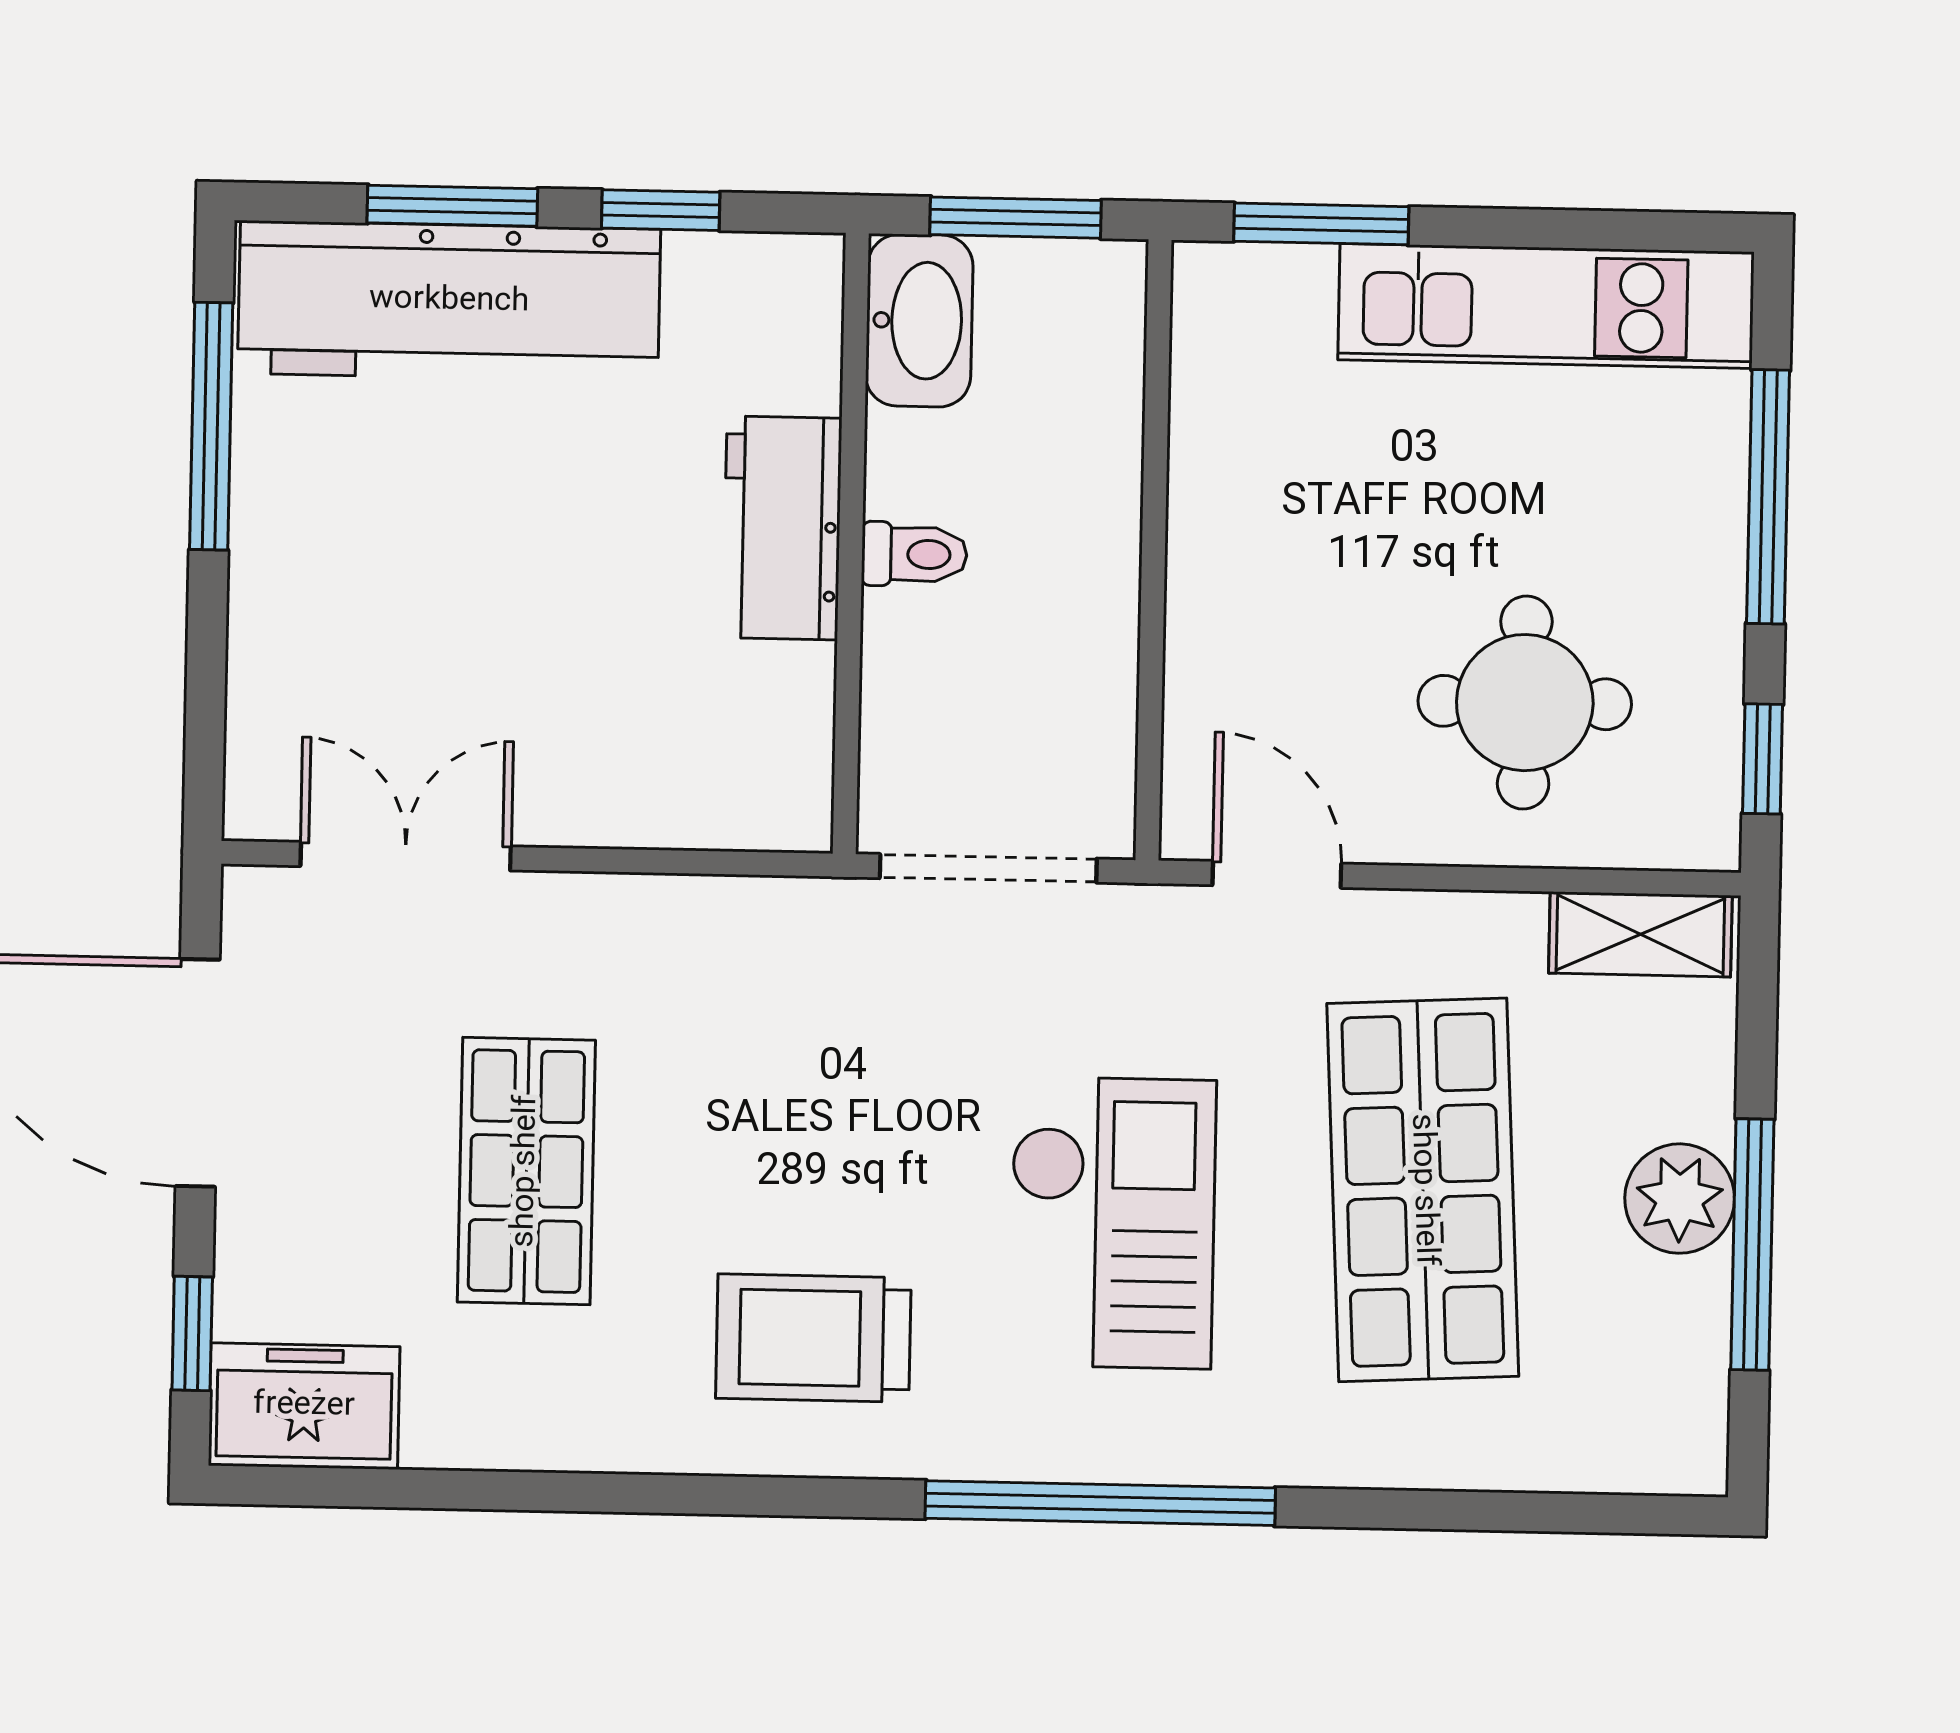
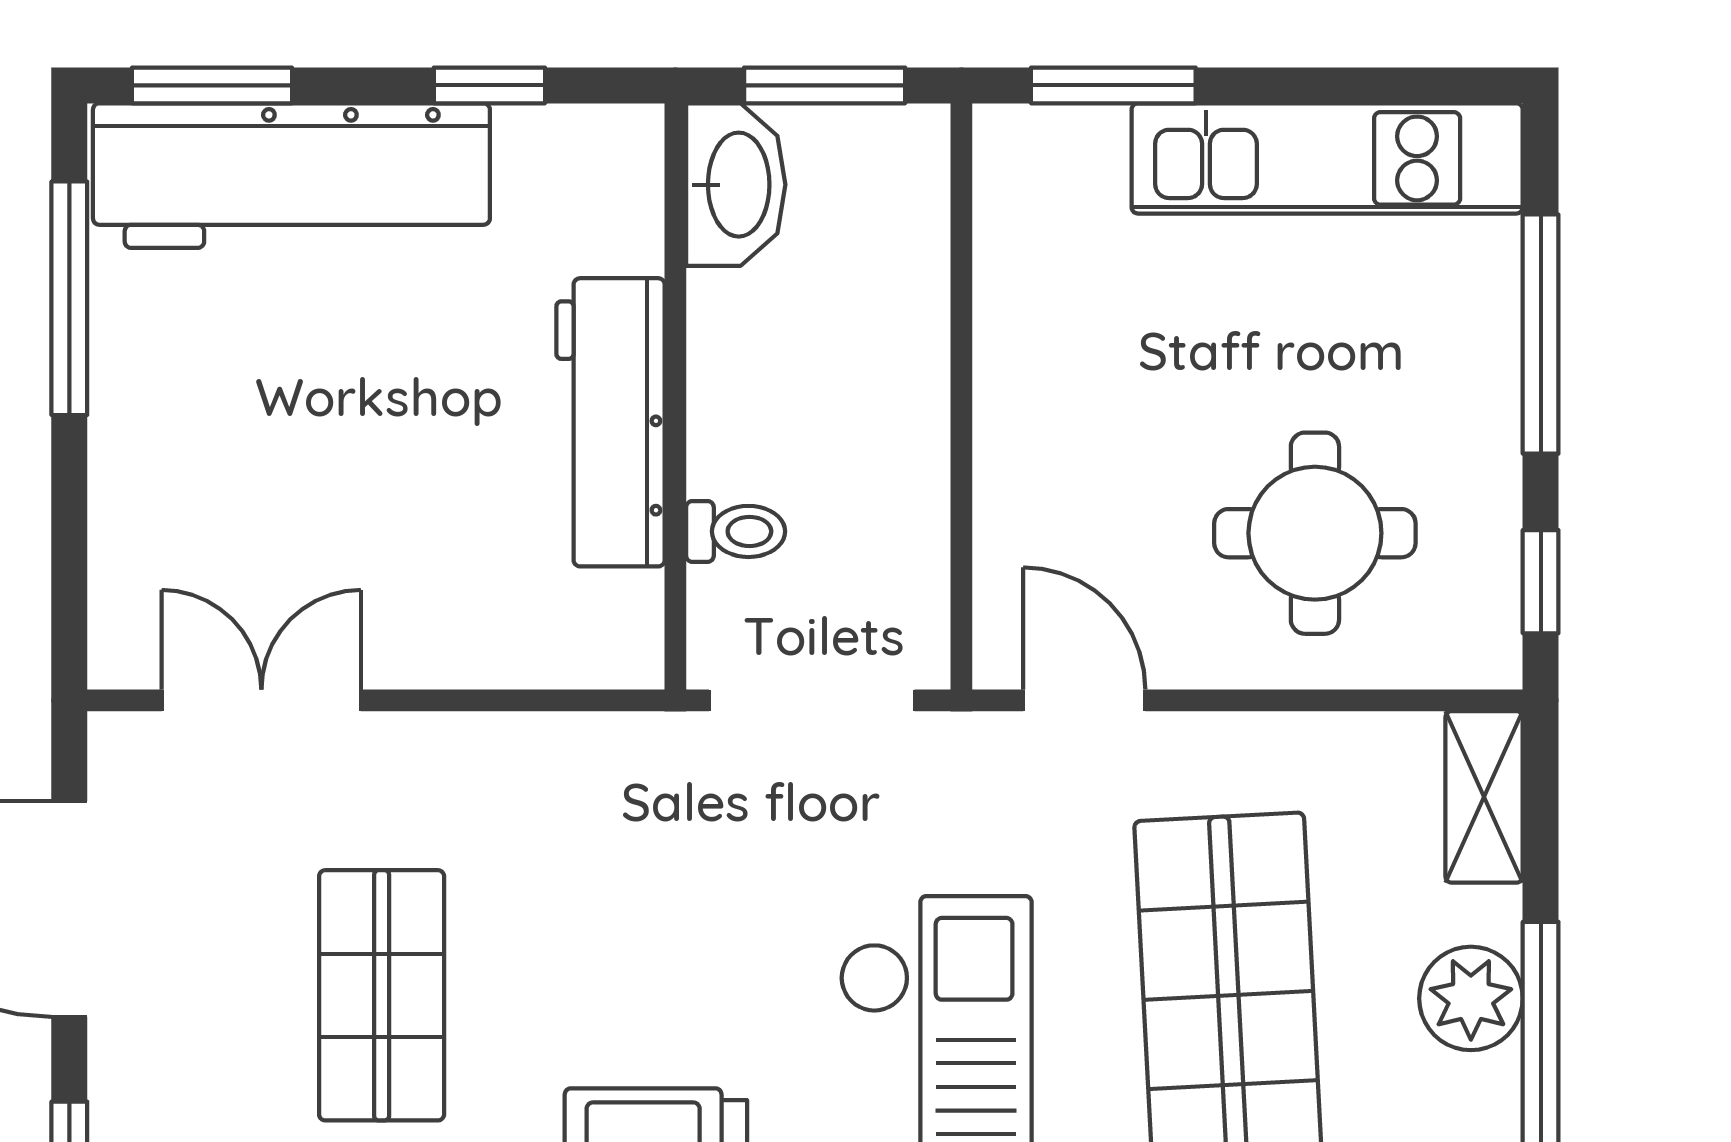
window: (452, 206) -> (212, 85), moved
workbench: (782, 528) -> (610, 422), width x1.37
toilet: (914, 554) -> (736, 531), moved
shelving: (1640, 934) -> (1484, 797), moved, turned 90

